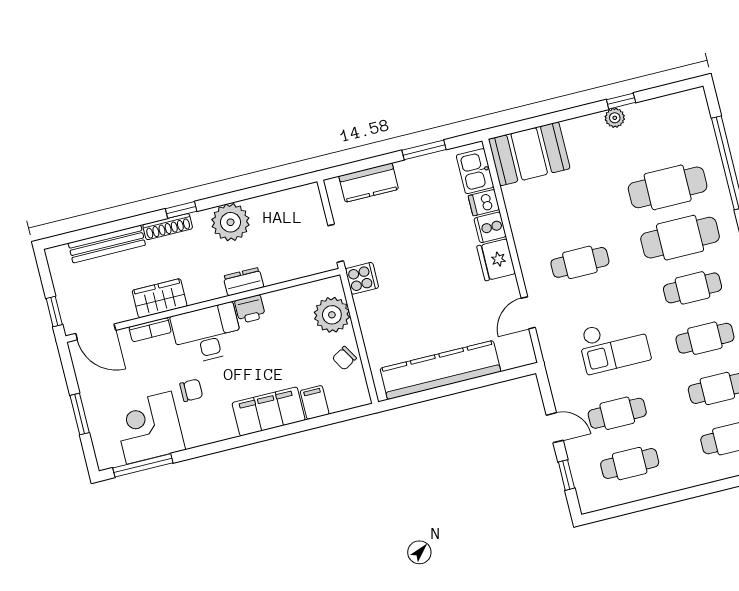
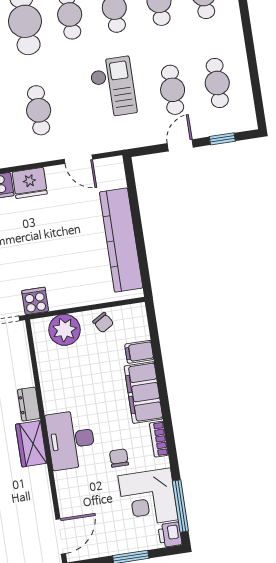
wardrobe: (160, 298) -> (31, 444), moved
printer: (250, 309) -> (170, 535), moved, turned 180
bookcase: (150, 330) -> (159, 439), moved, turned 180

